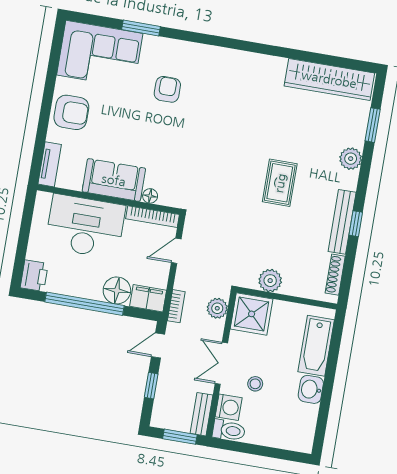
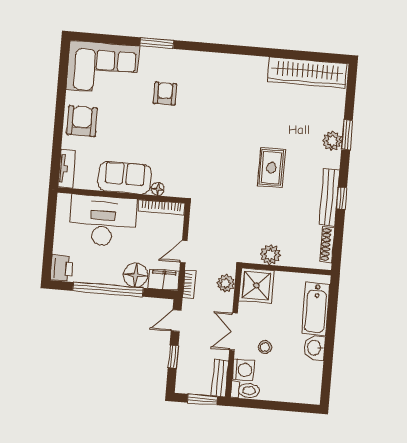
window: (141, 28) -> (157, 43), moved
armchair: (71, 112) -> (82, 121), turned -90
window: (373, 125) -> (347, 135), moved
door: (176, 251) -> (184, 252), moved

